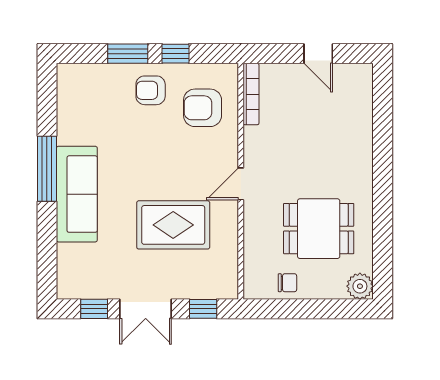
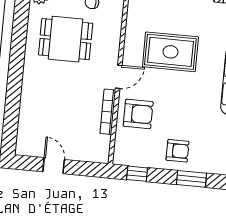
window: (175, 54) -> (137, 174), moved
bookcase: (251, 94) -> (108, 112), moved
armchair: (203, 108) -> (138, 114), moved

